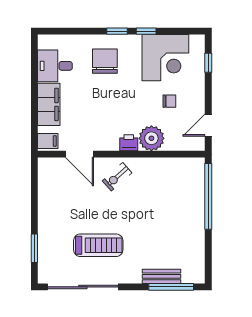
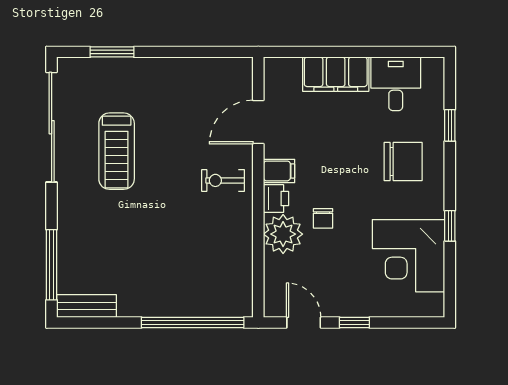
window: (117, 31) -> (450, 125), moved
window: (208, 63) -> (354, 322), moved
chair: (169, 101) -> (323, 218), moved
filing cabinet: (48, 141) -> (279, 171), moved, turned -90
exercise bike: (117, 177) -> (223, 180), turned -48
bench: (162, 276) -> (87, 306), moved, turned 90

